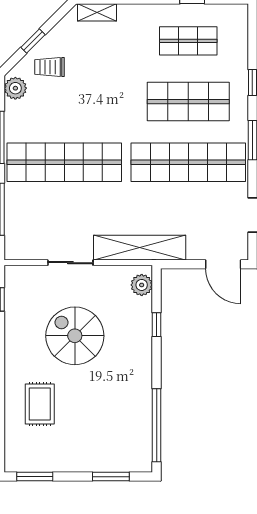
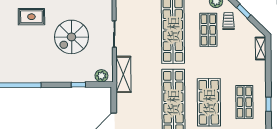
shop shelf: (64, 102) -> (208, 30), added
shelving: (140, 248) -> (123, 74), width x0.68
spiral stairs: (75, 336) -> (71, 37), turned 180

